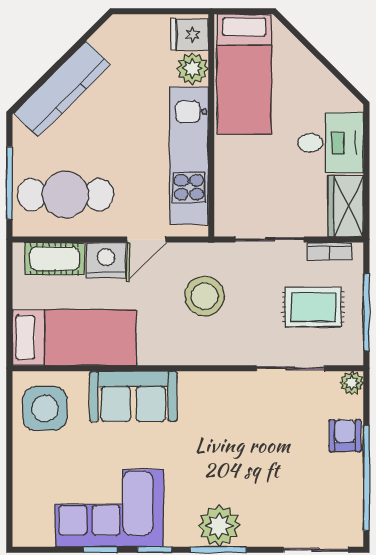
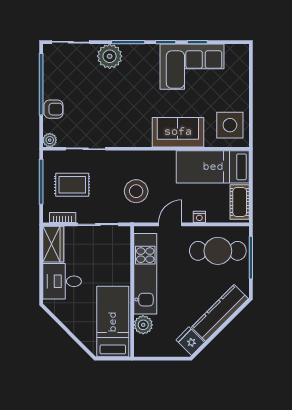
fridge: (189, 35) -> (190, 341), moved, turned -135
cot: (55, 259) -> (240, 202), moved, turned 90
nightstand: (106, 260) -> (199, 217), width x0.53, depth x0.56
armchair: (345, 436) -> (54, 109), turned -90
plant: (219, 526) -> (110, 56), moved

